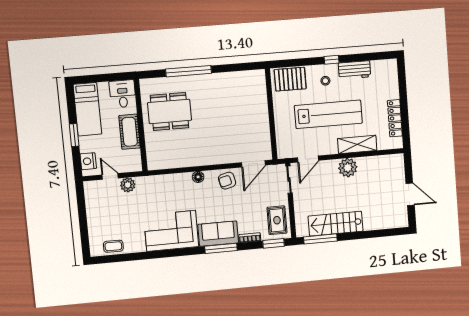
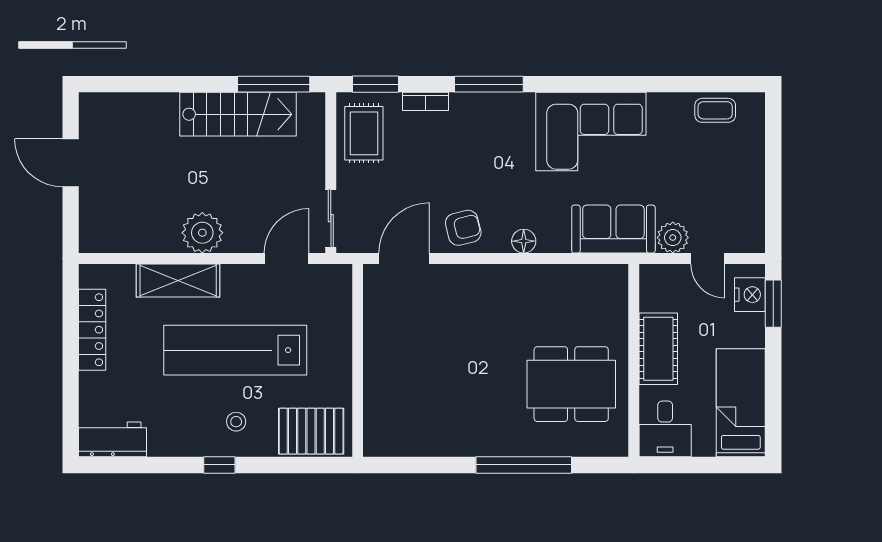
workbench: (355, 70) -> (113, 439), moved
window: (74, 135) -> (773, 304), moved
sofa: (218, 234) -> (613, 229), moved, turned 180

